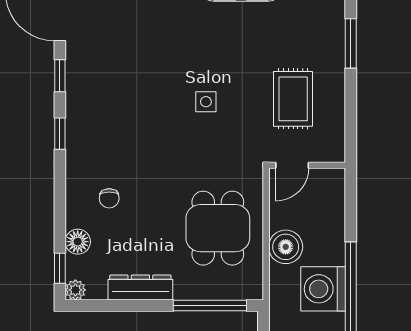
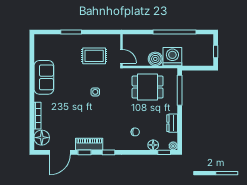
piano: (80, 87) -> (89, 144), added
dresser: (140, 288) -> (172, 123), width x0.70
washing machine: (323, 289) -> (172, 57), moved, turned 180

